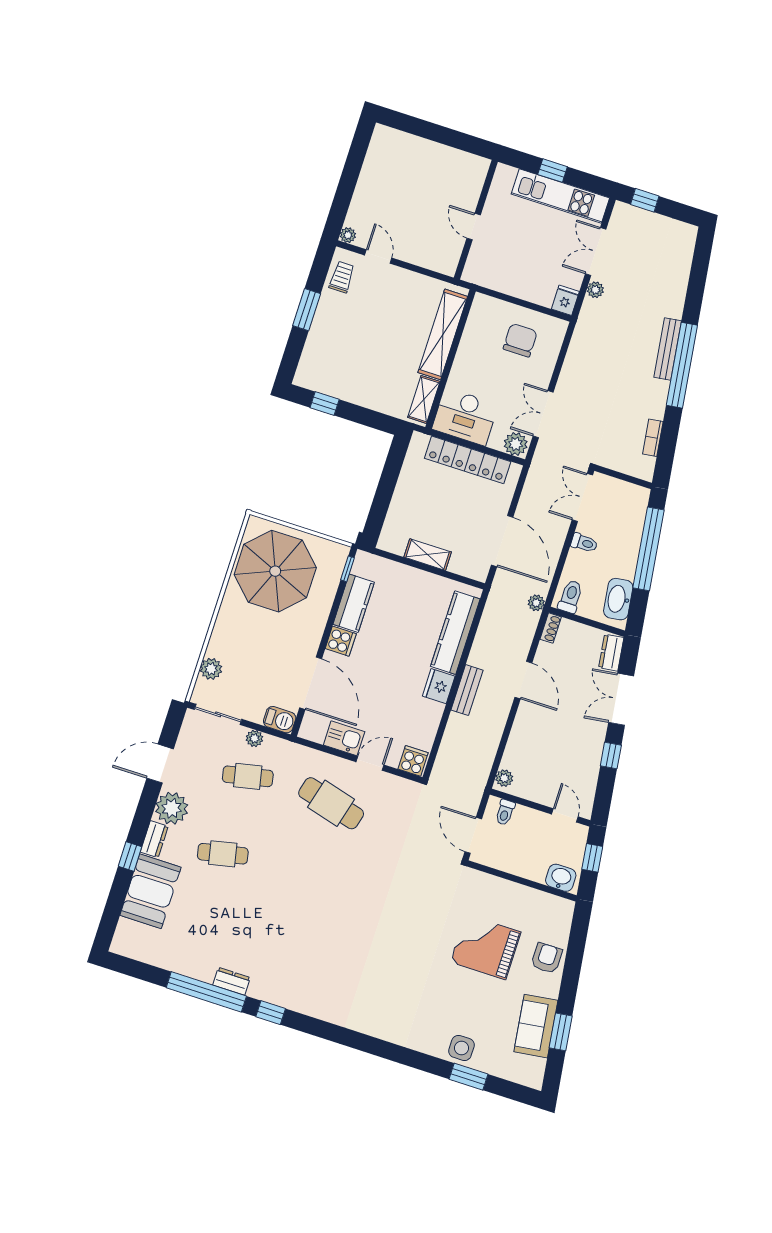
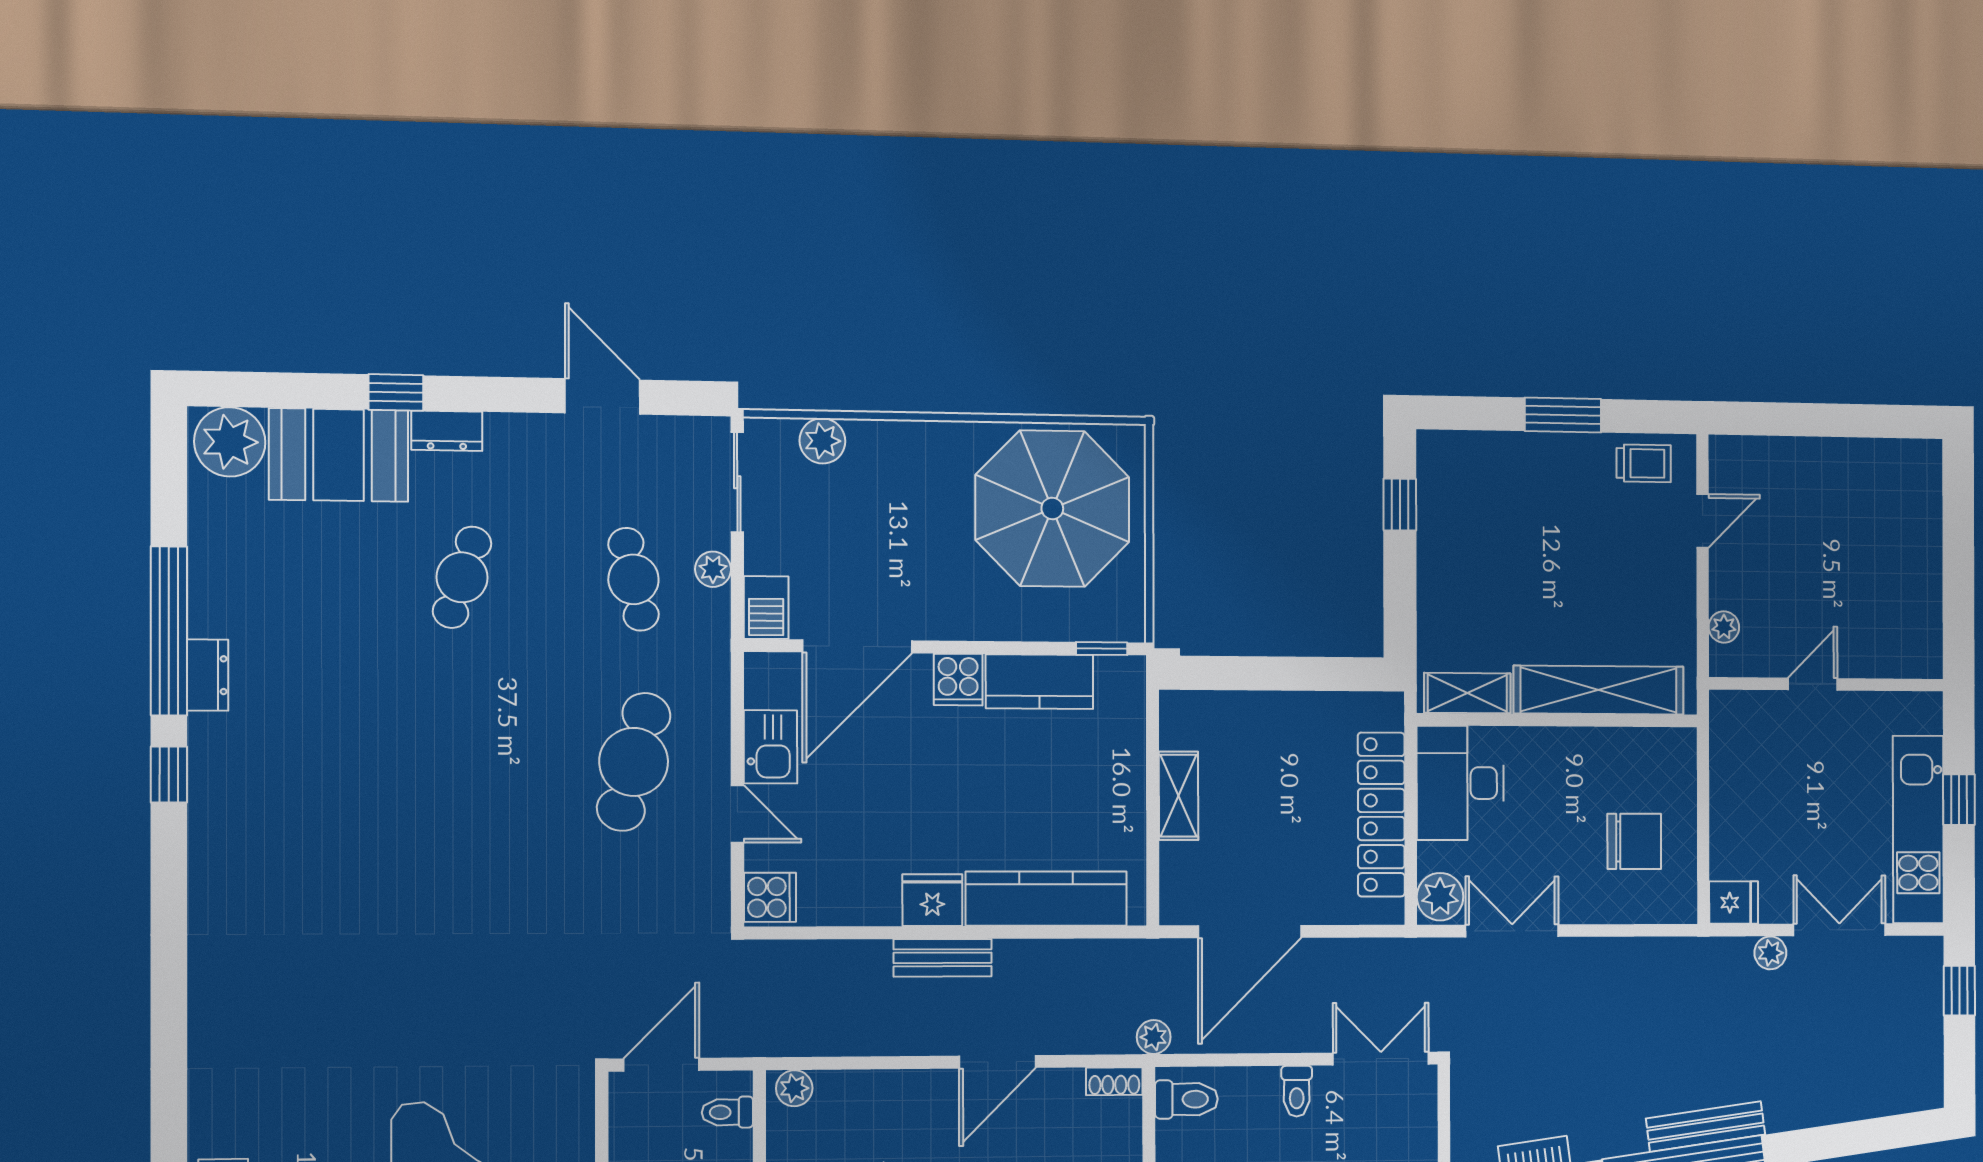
plant: (348, 235) -> (1724, 627), moved
plant: (172, 808) -> (230, 442), moved
cafe table: (223, 854) -> (462, 577), turned 30

